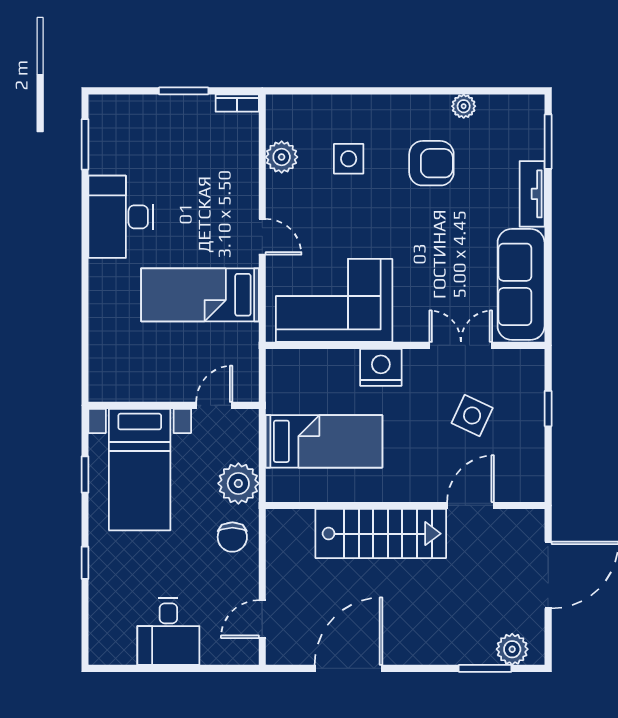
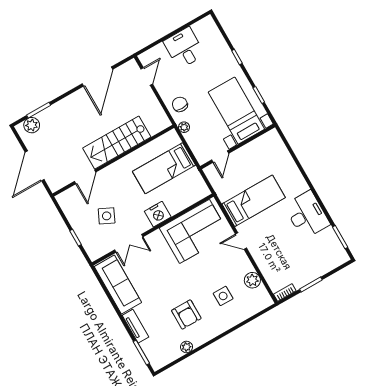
armchair: (431, 163) -> (186, 314), turned -90
plant: (238, 483) -> (184, 127), width x0.53, depth x0.53

